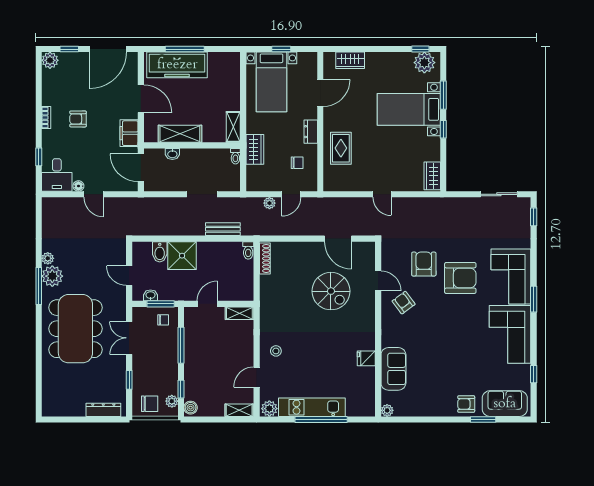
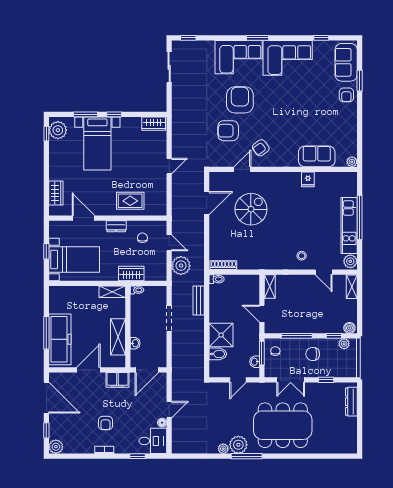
plant: (269, 203) -> (181, 266), width x1.88, depth x1.88
chair: (150, 404) -> (313, 354), moved, turned -90

